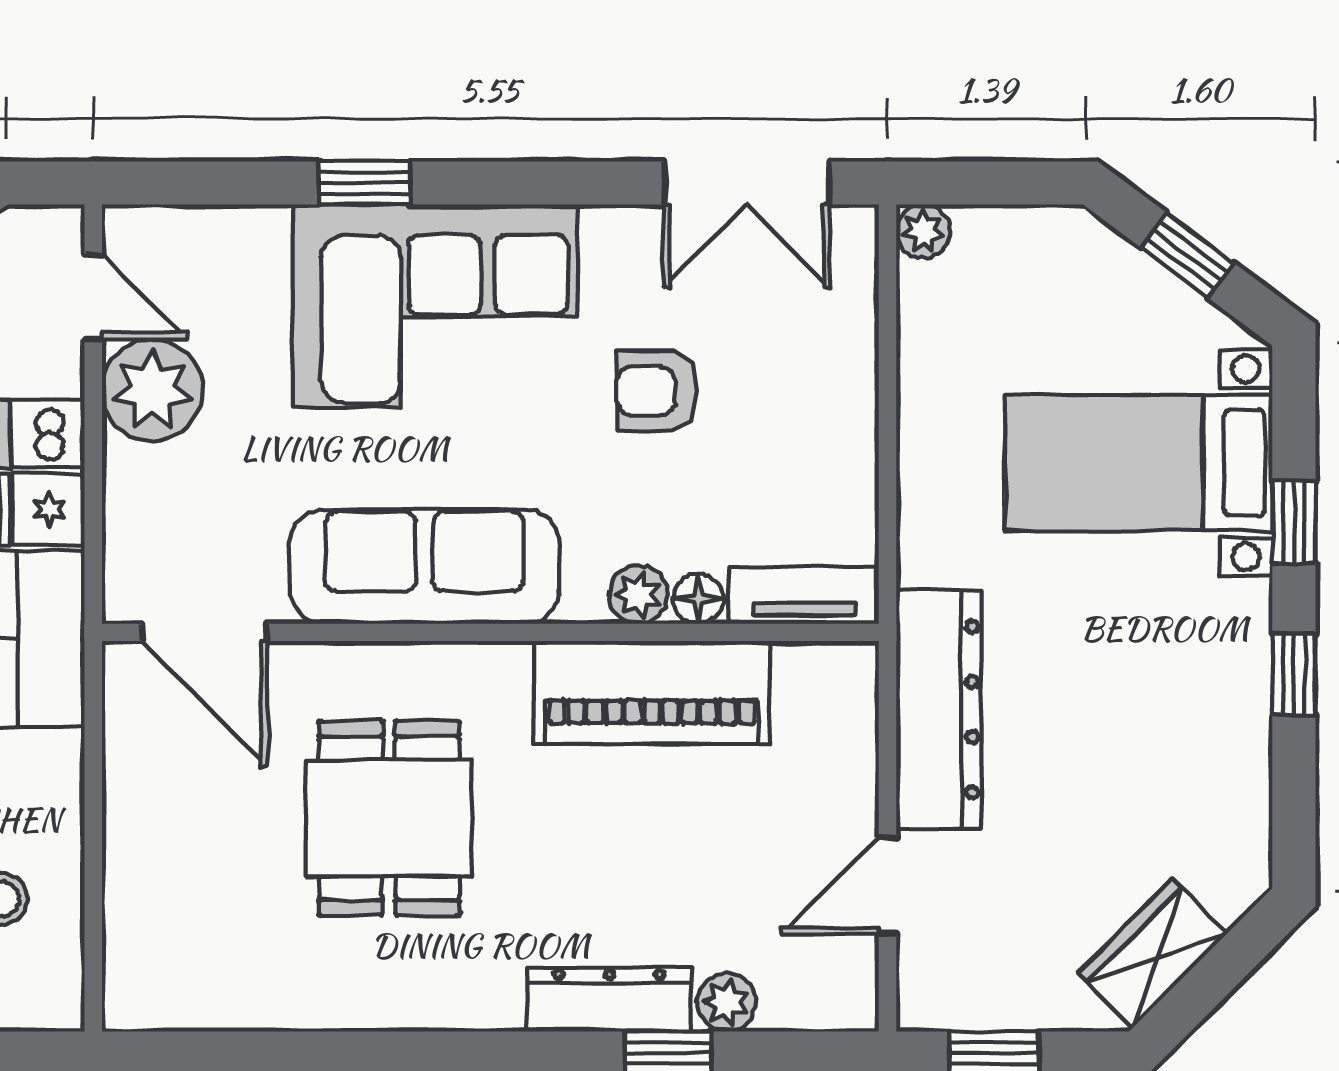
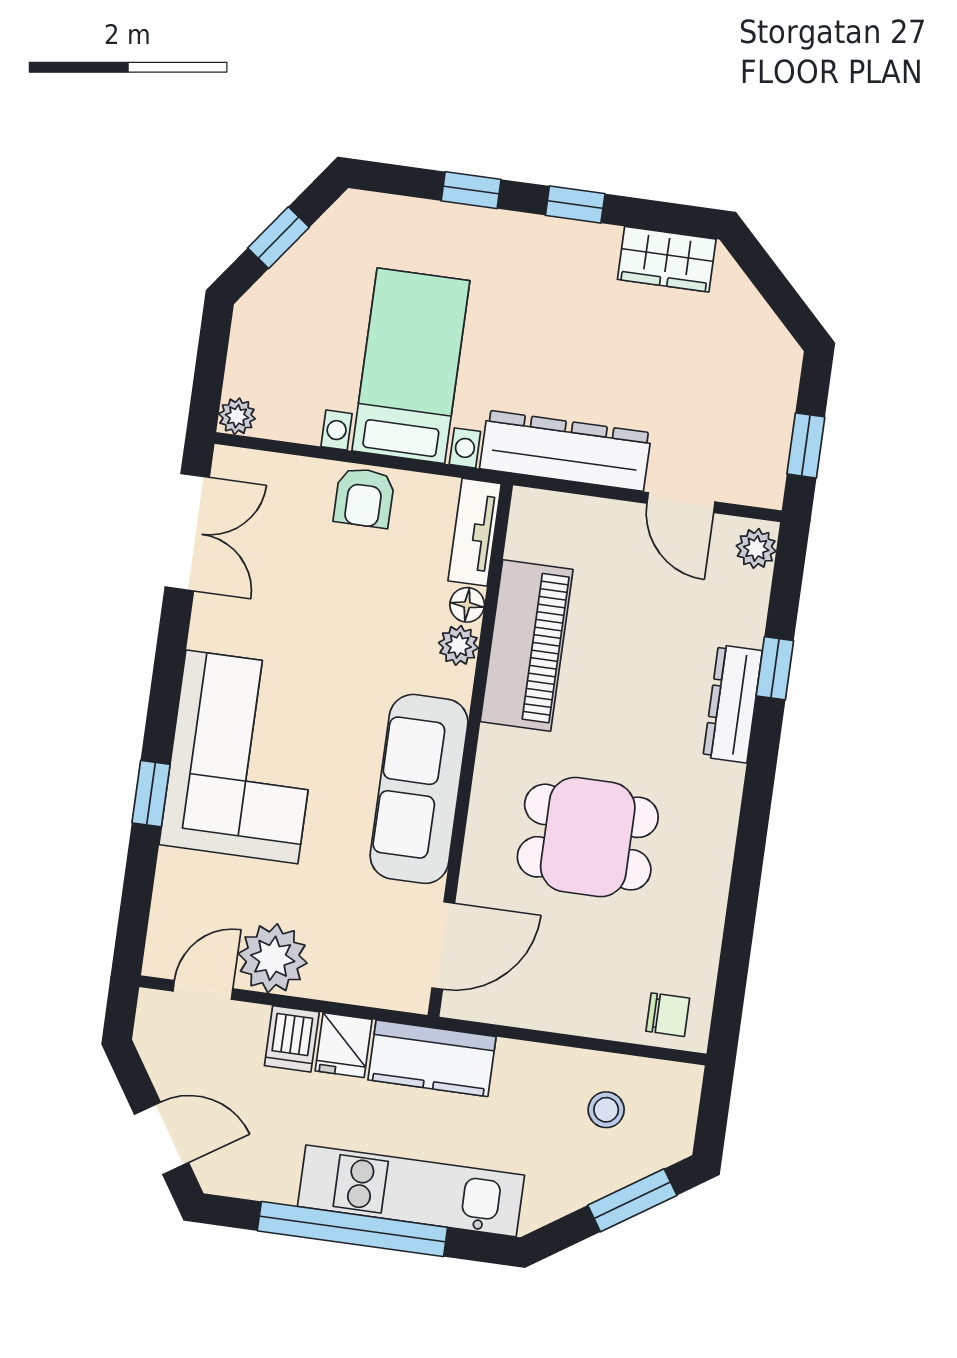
armchair: (657, 391) -> (364, 498), moved
bed with nightstands: (1139, 463) -> (411, 366), moved, turned 180
wardrobe: (1153, 953) -> (667, 259), moved, turned -45
chair: (150, 968) -> (668, 1015), added
plant: (726, 1002) -> (756, 548), moved

